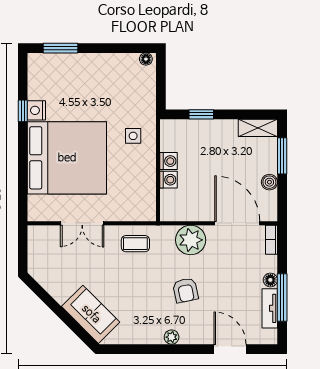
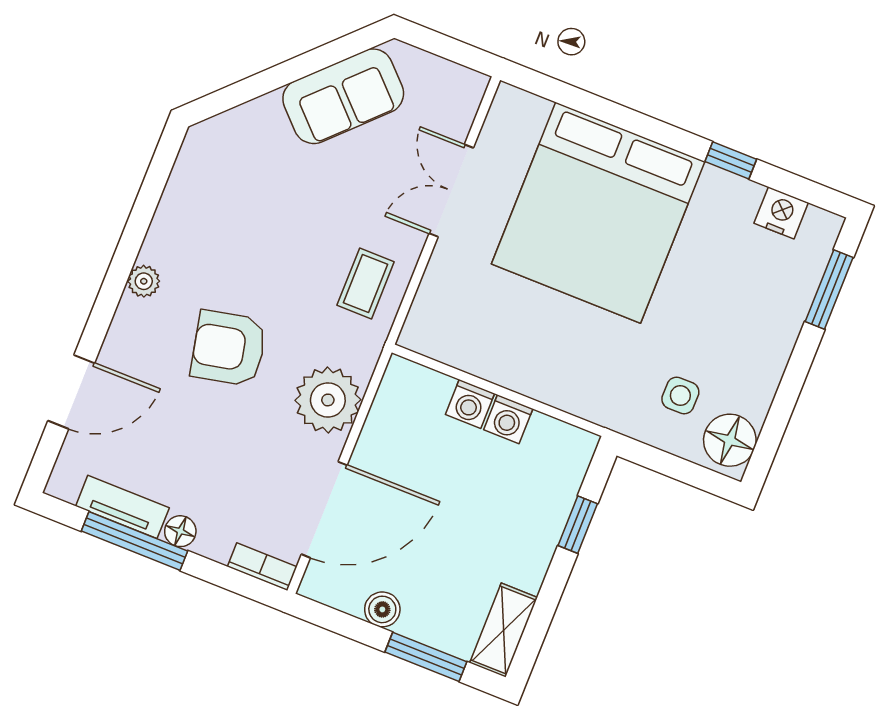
floor lamp: (146, 59) -> (730, 440), width x1.89, depth x1.89
nightstand: (36, 110) -> (781, 213), moved
side table: (133, 136) -> (680, 396), moved
armchair: (185, 290) -> (229, 348), width x1.38, depth x1.38
sofa: (91, 314) -> (343, 96), moved

